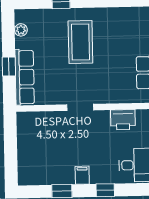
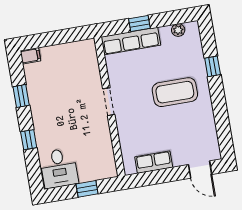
printer: (123, 120) -> (103, 147), removed
filing cabinet: (82, 175) -> (30, 56), moved

